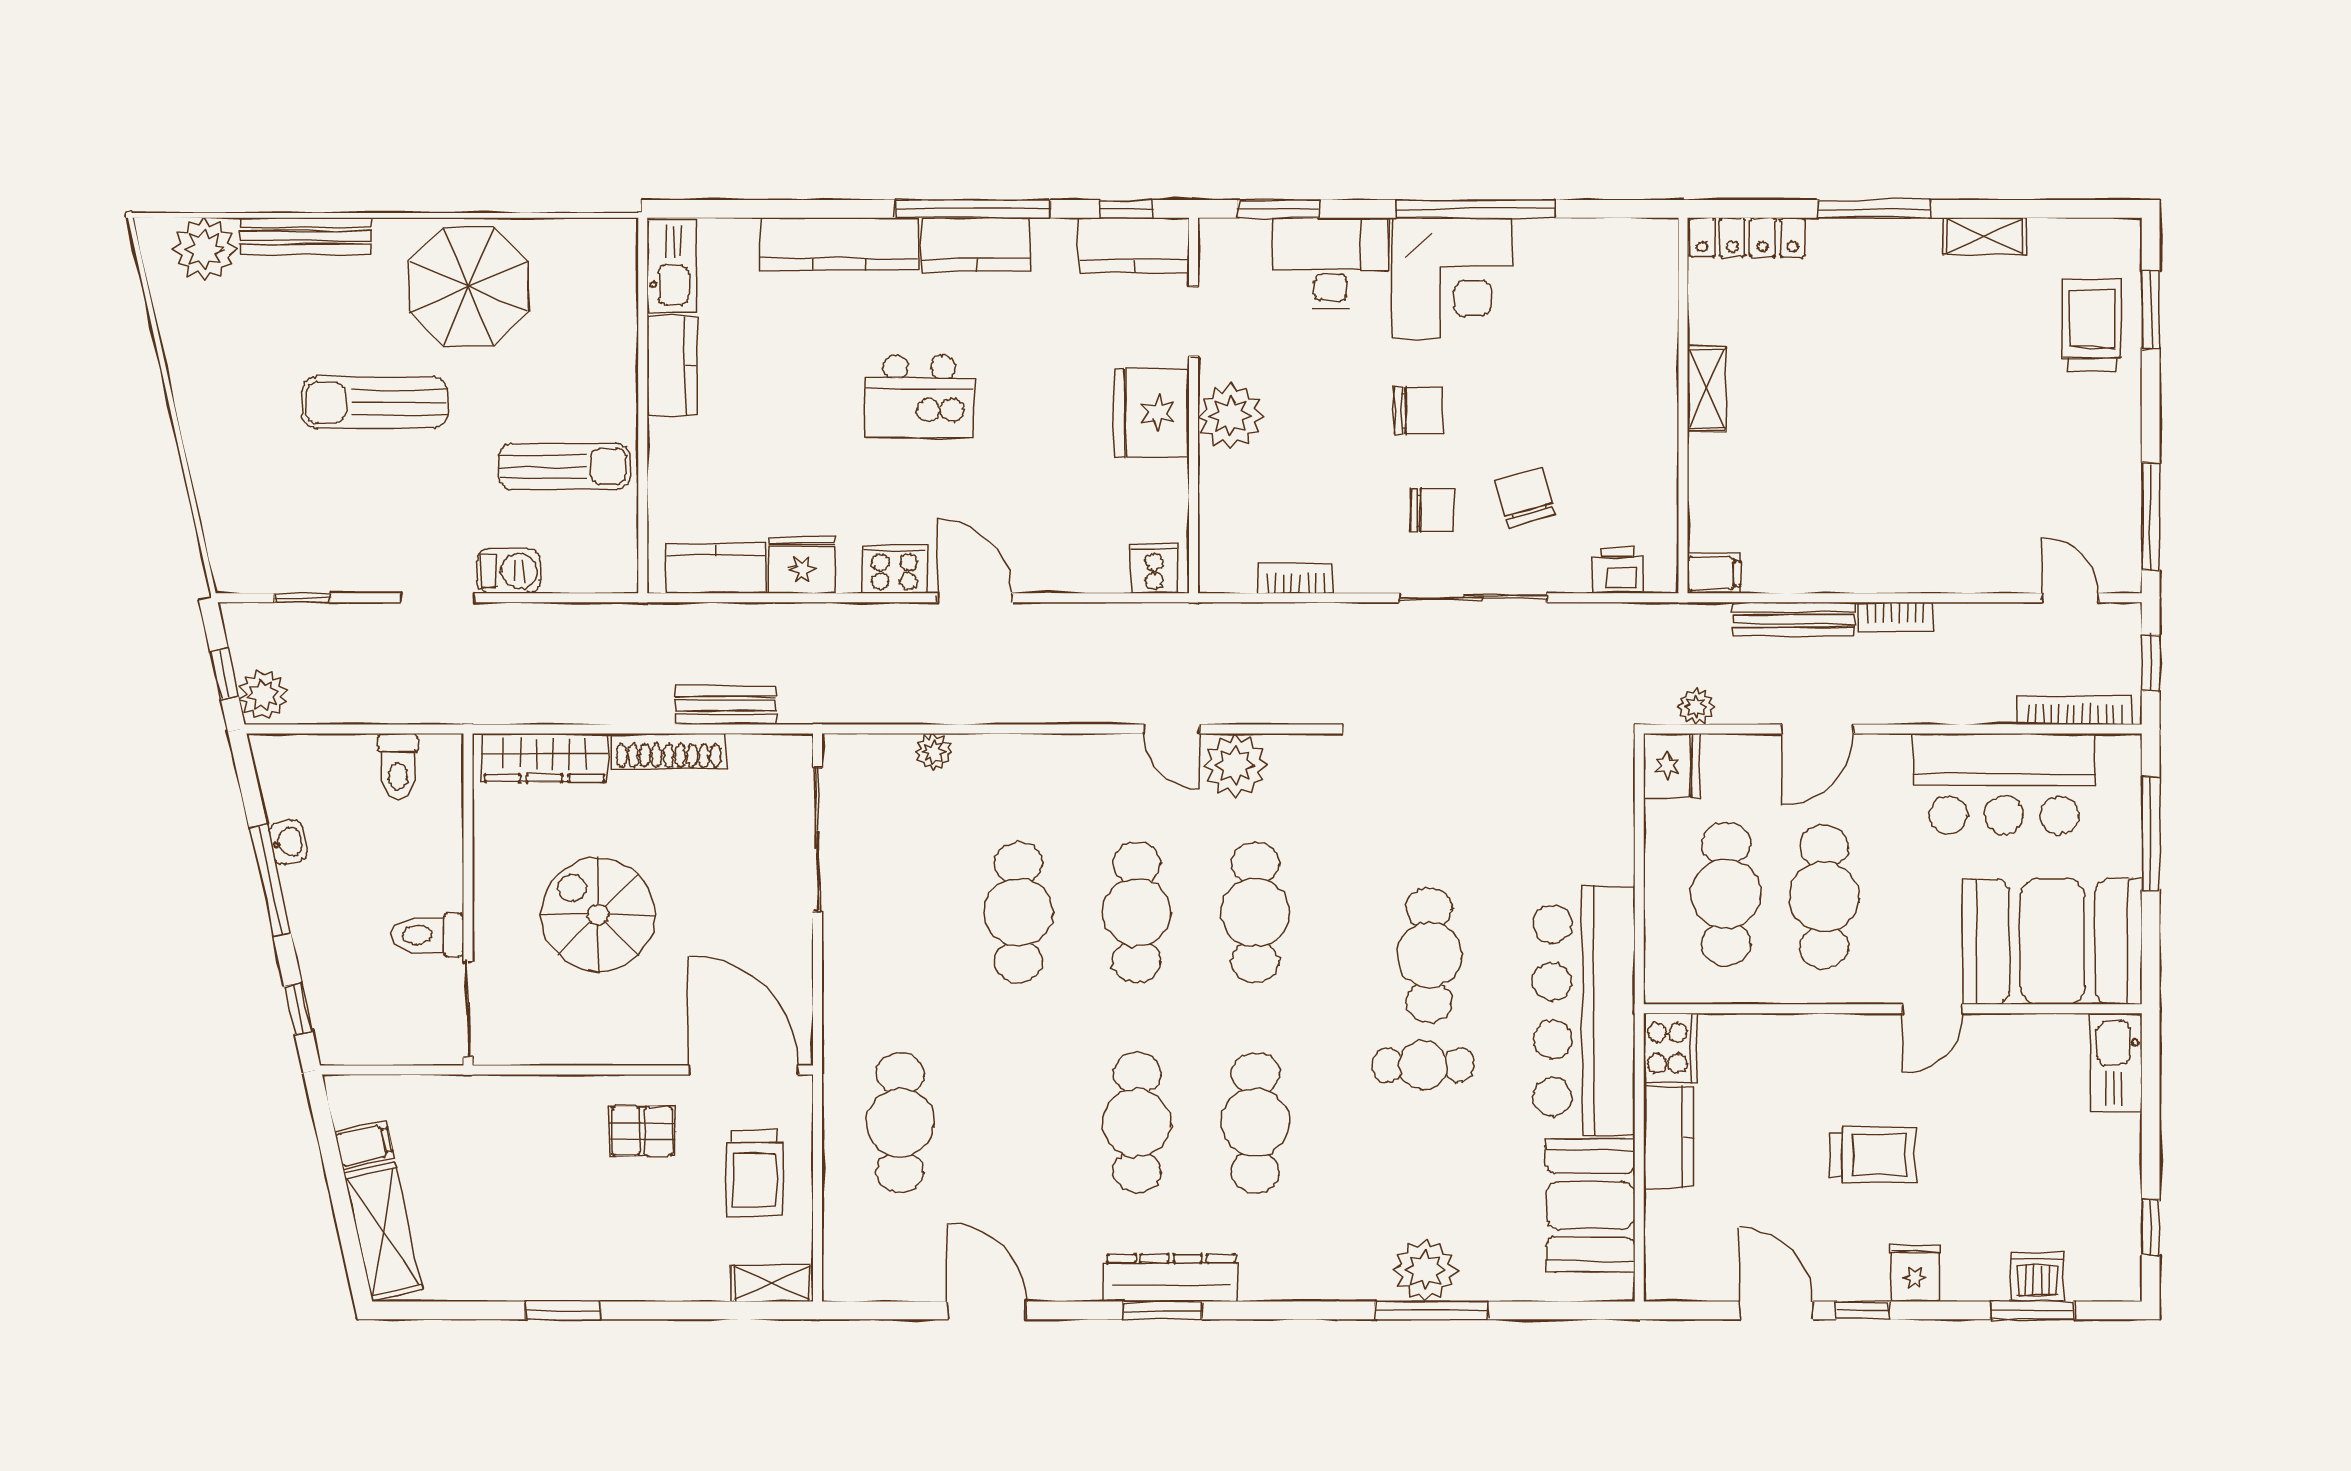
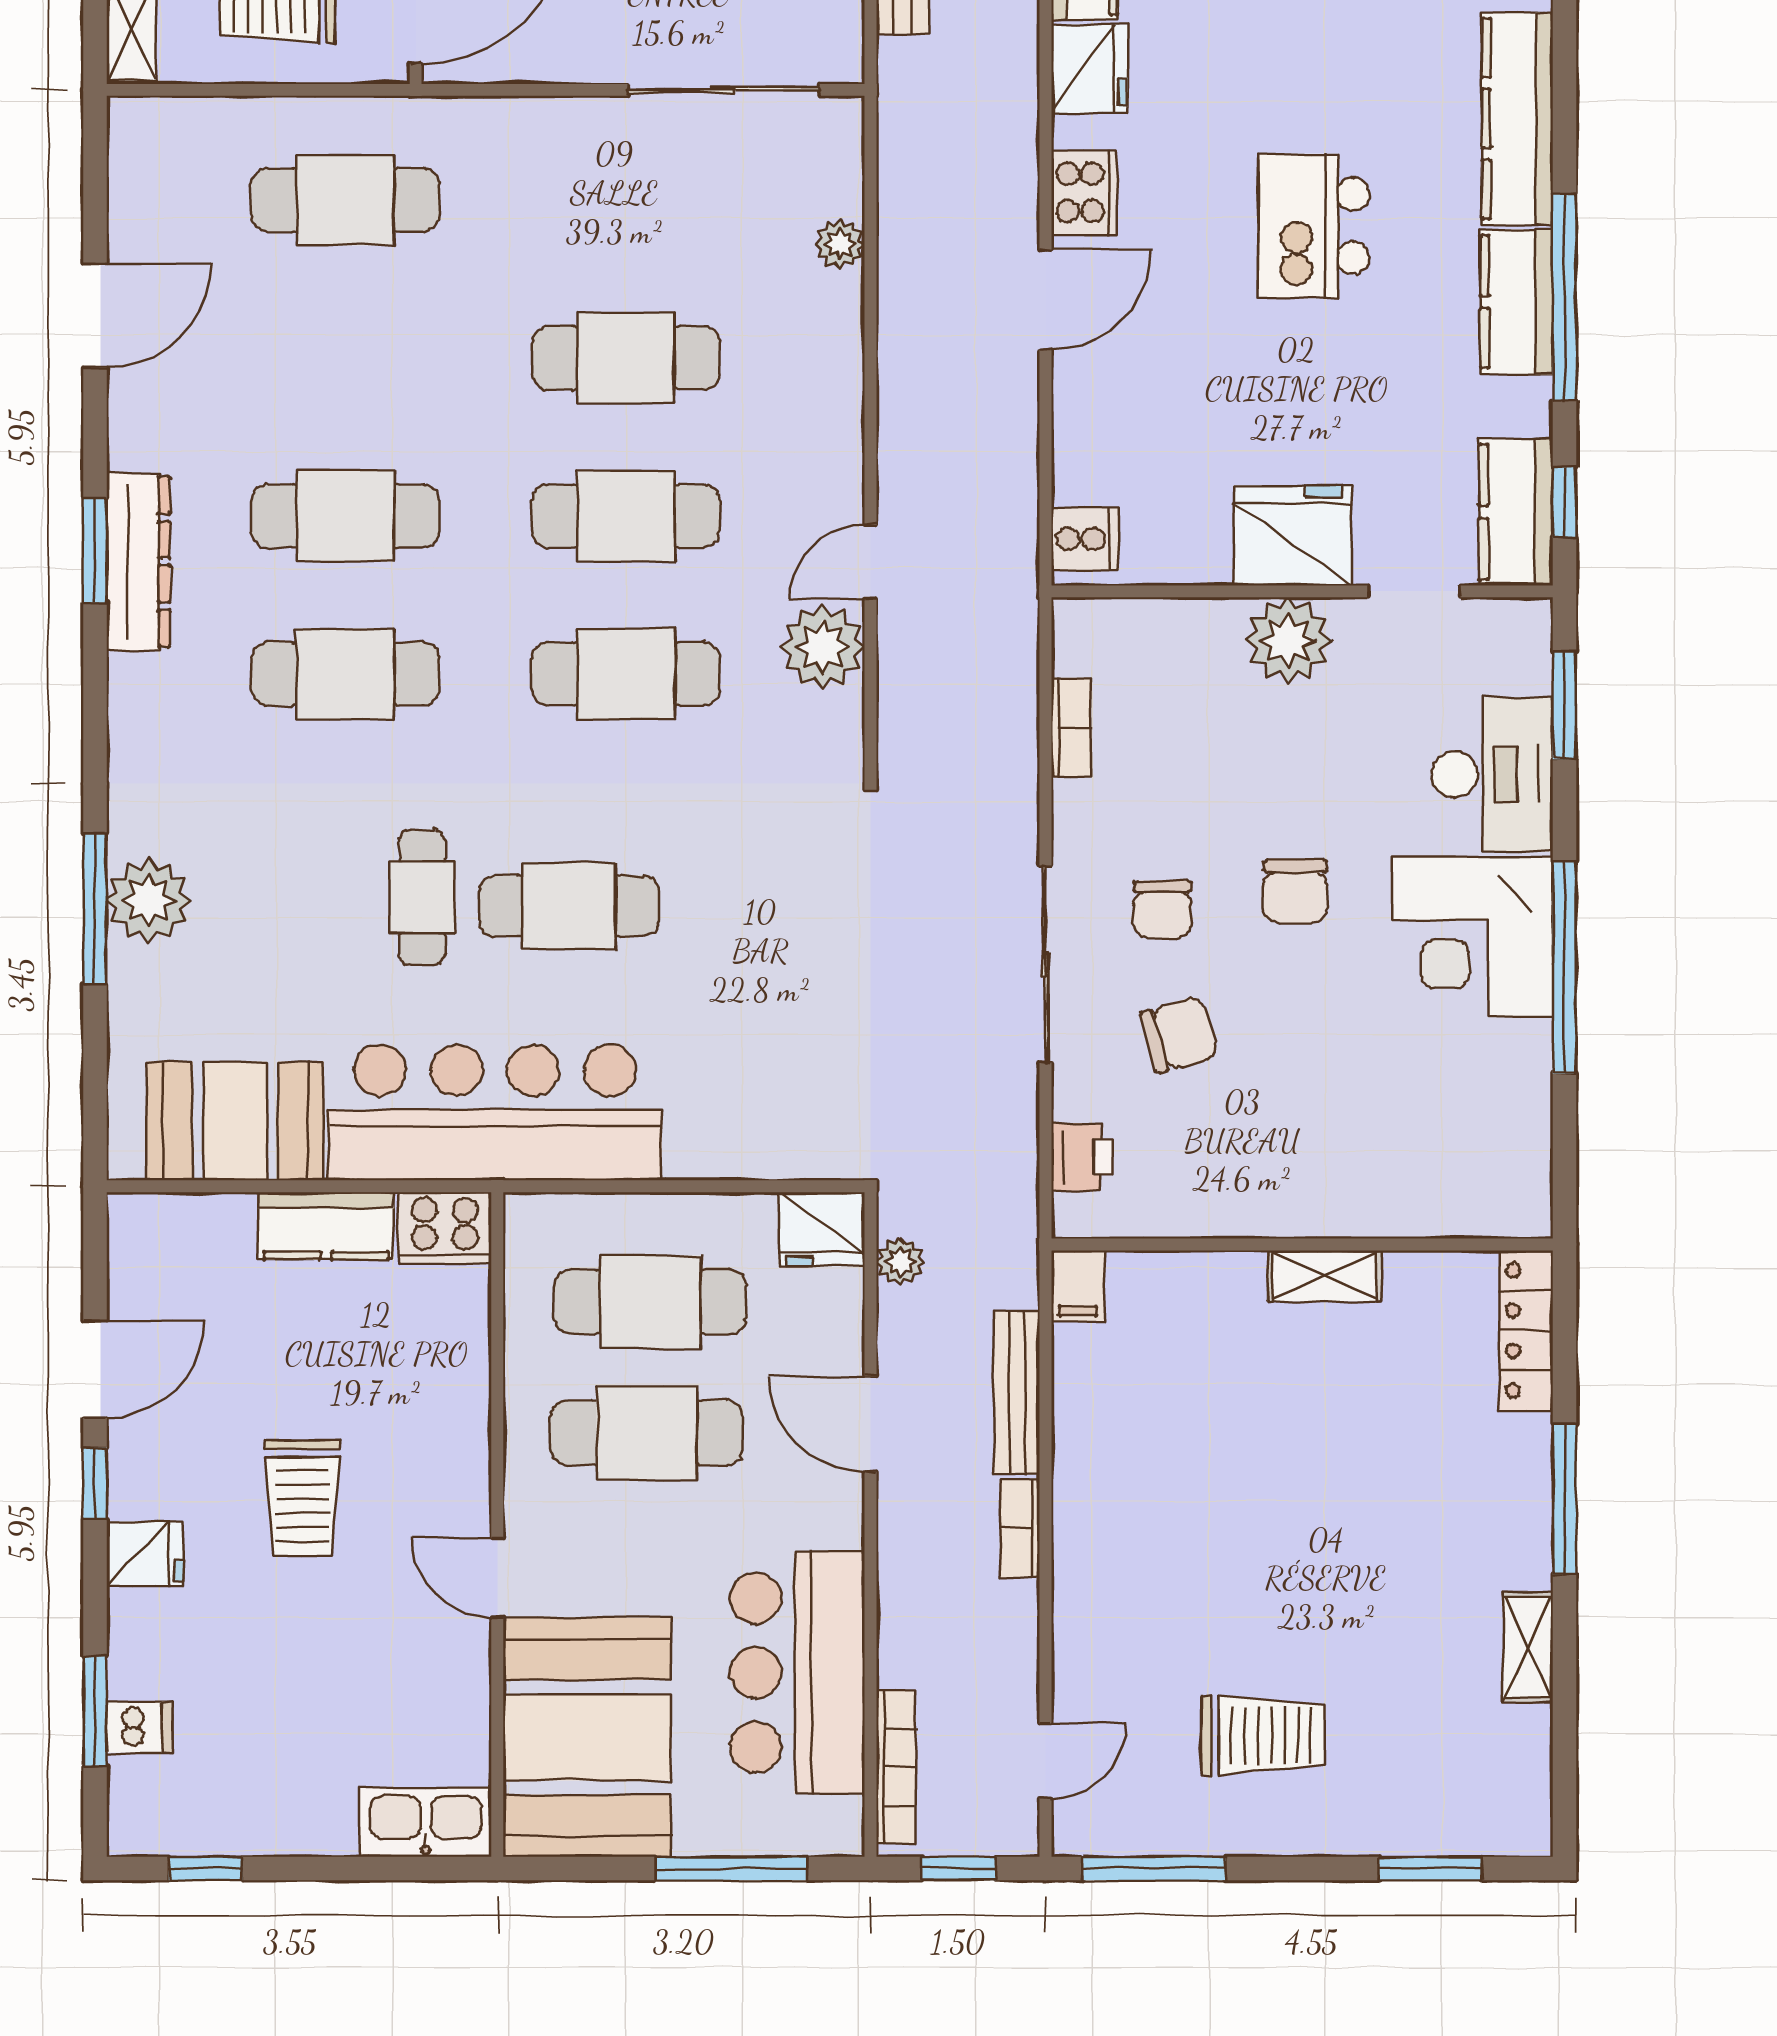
trolley: (2092, 325) -> (1263, 1735), moved
dishwasher: (2038, 1277) -> (140, 1727), width x0.73

